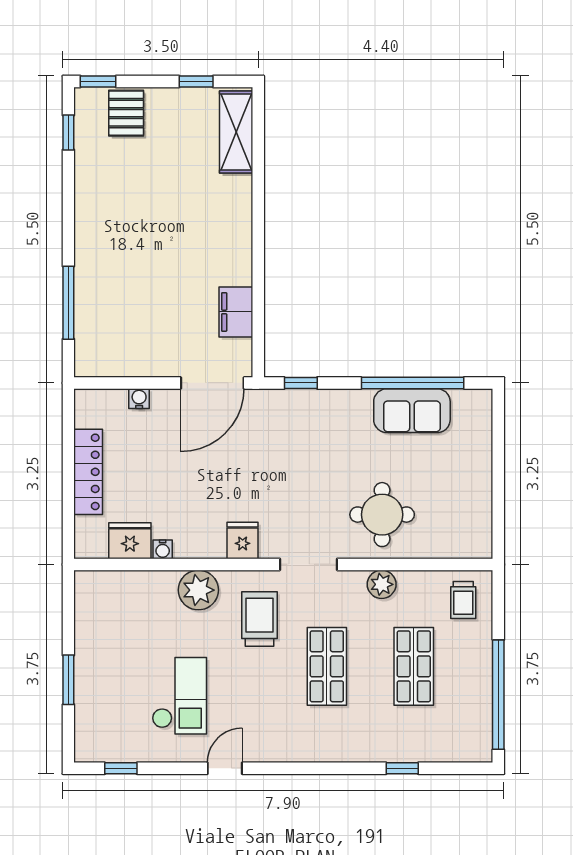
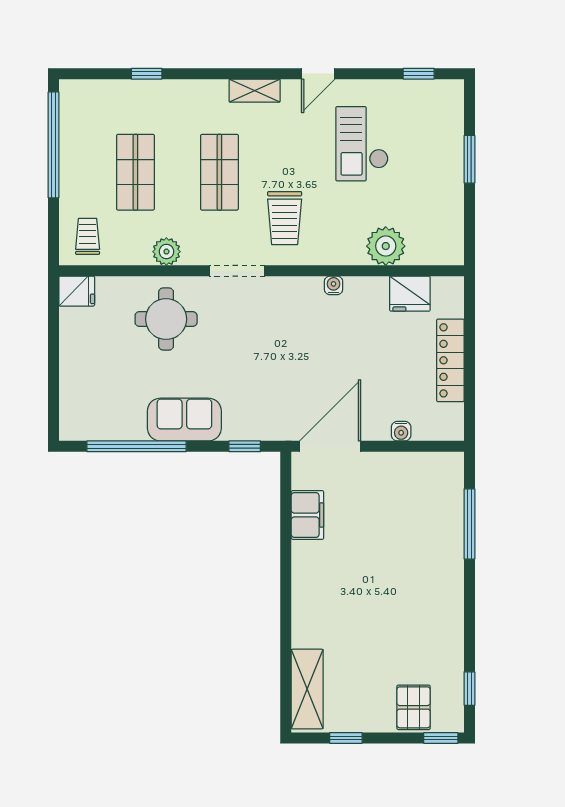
sofa: (412, 411) -> (184, 420), moved
fridge: (243, 540) -> (77, 291), moved, turned -90
water cooler: (163, 549) -> (334, 285), moved
plant: (198, 590) -> (386, 246), moved
shelving: (290, 751) -> (255, 91), added

